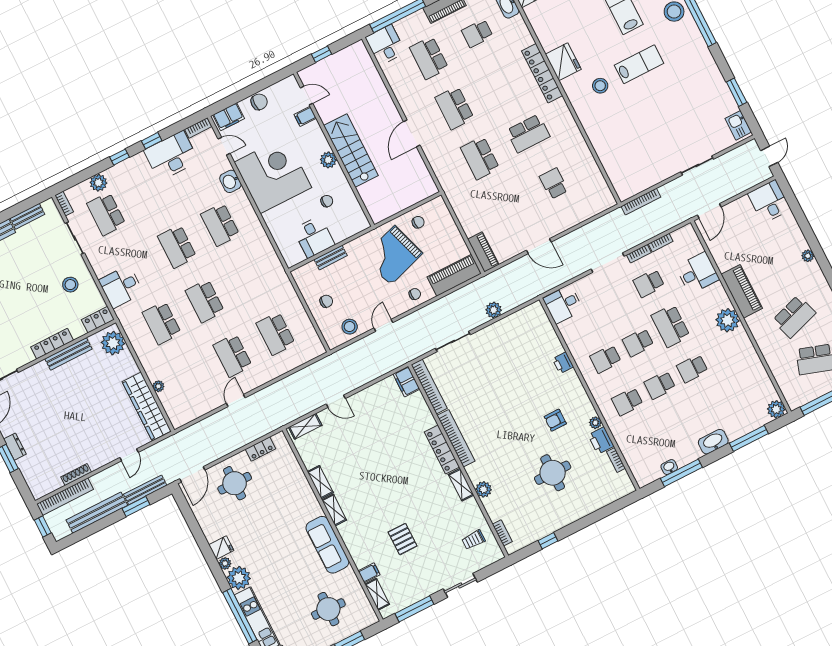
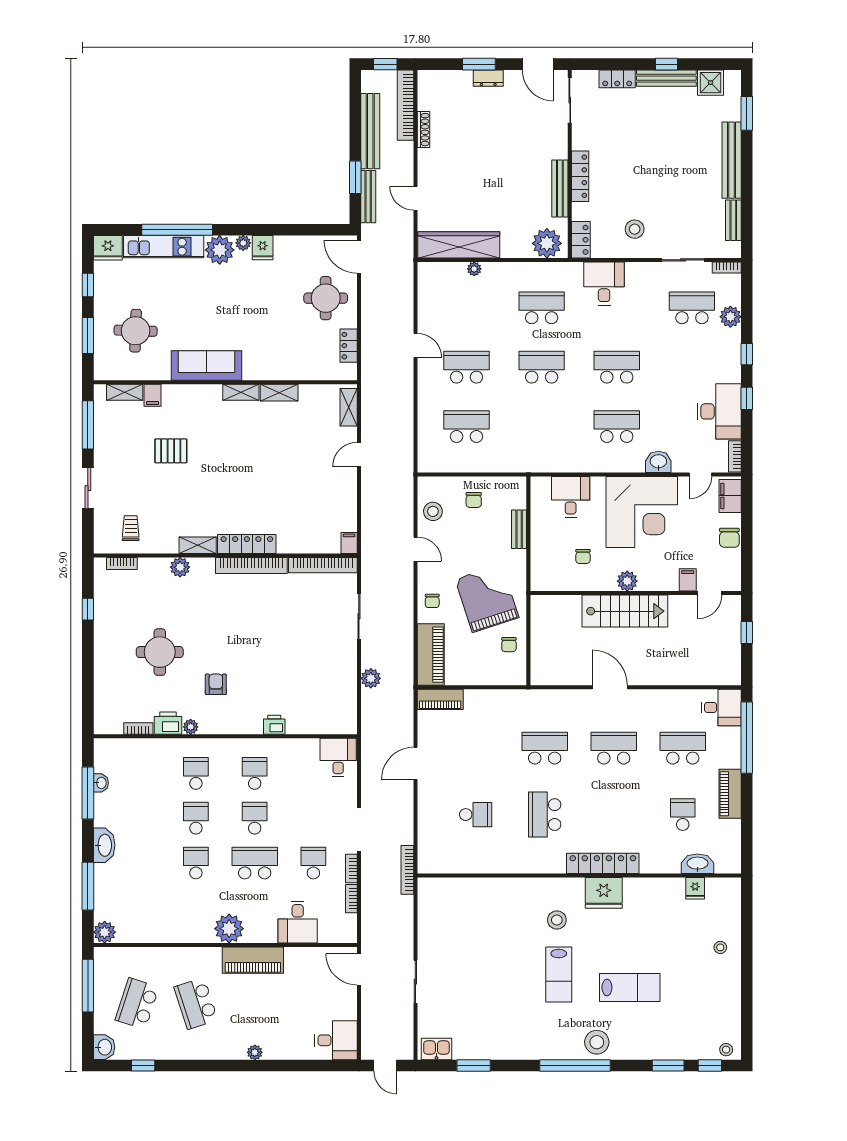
bookcase: (641, 202) -> (407, 870), moved
desk: (314, 237) -> (571, 497), moved, turned 90
filing cabinet: (406, 382) -> (349, 543), width x0.50

